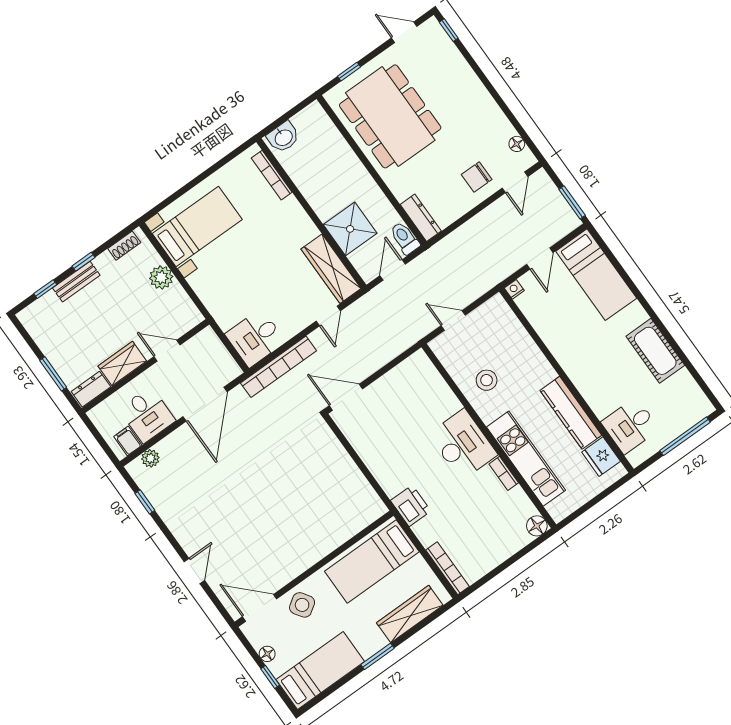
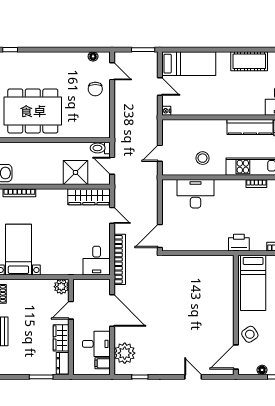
dresser: (421, 218) -> (96, 132), removed
plant: (161, 277) -> (61, 287), moved
desk: (463, 444) -> (195, 194), moved
plant: (150, 458) -> (125, 353), width x1.88, depth x1.88

